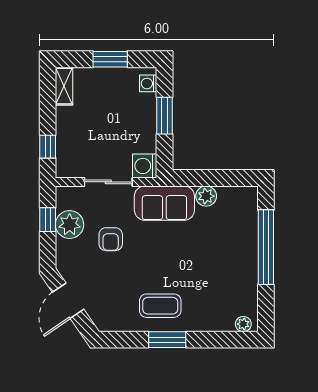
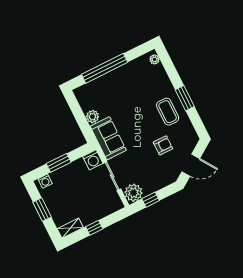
window: (48, 147) -> (94, 228), moved
plant: (70, 225) -> (134, 193), moved
armchair: (111, 239) -> (163, 145), moved

